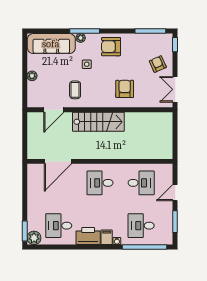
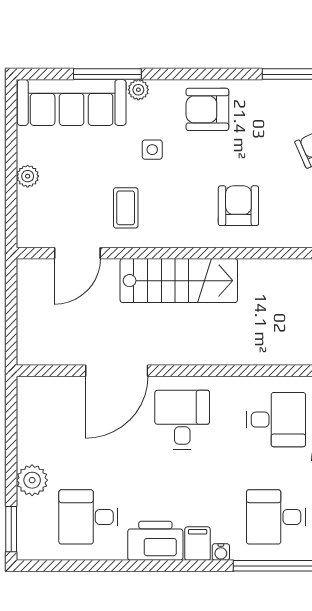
window: (85, 31) -> (107, 74), moved
door: (58, 161) -> (117, 371), moved
desk: (100, 183) -> (182, 420), turned 90
plant: (34, 238) -> (32, 480), moved

